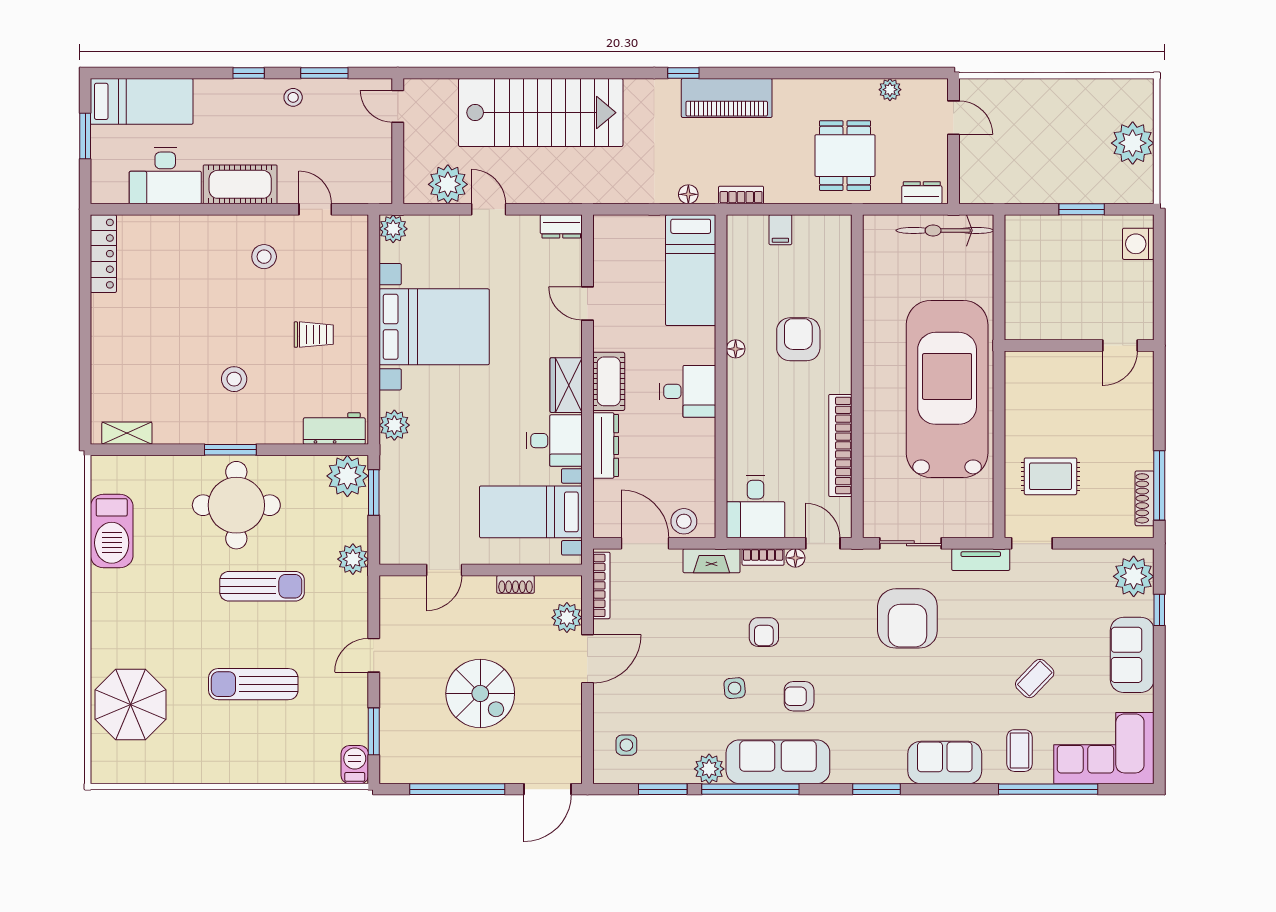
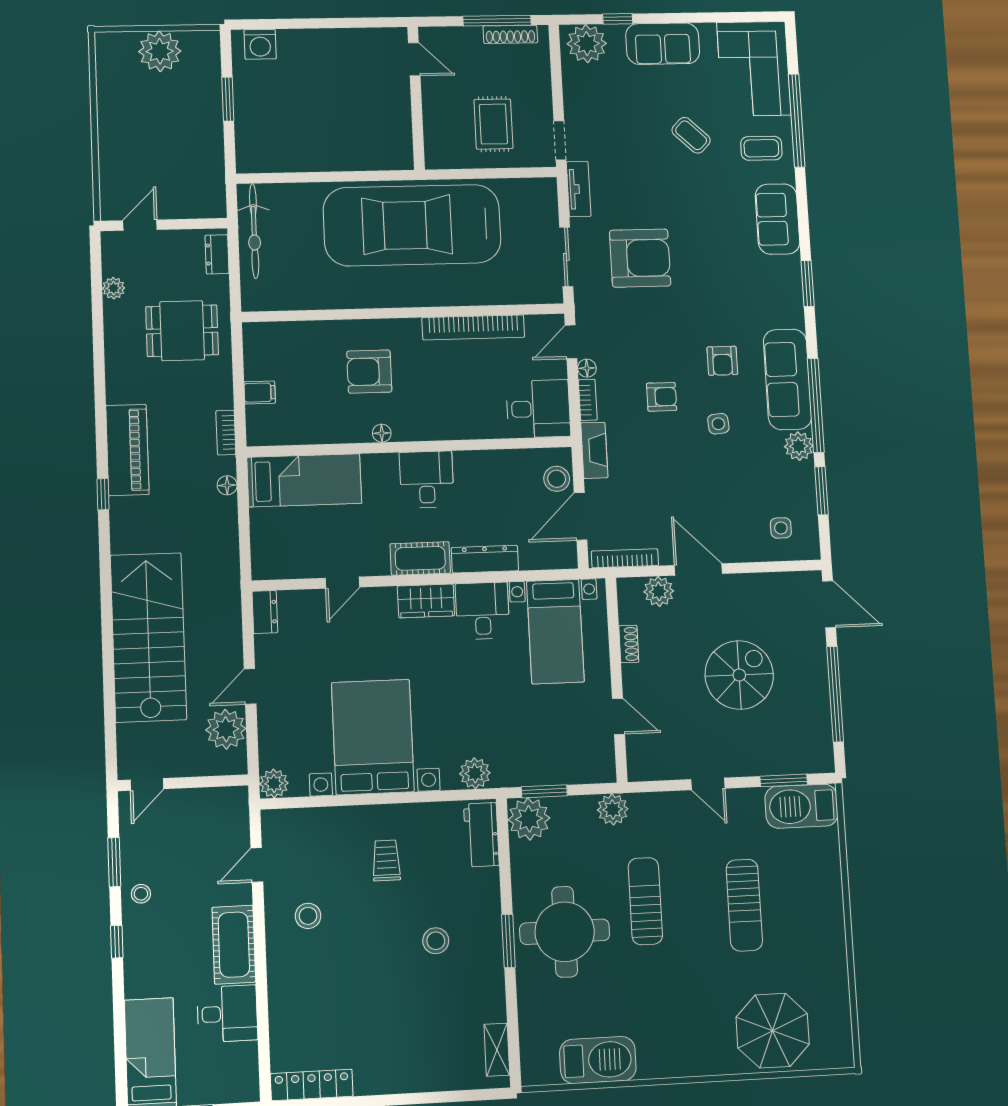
desk: (165, 176) -> (227, 1014), width x0.73
wall: (1079, 346) -> (416, 98), moved
door: (1120, 346) -> (414, 59), moved
barbecue: (355, 765) -> (802, 806), width x1.88, depth x1.53

